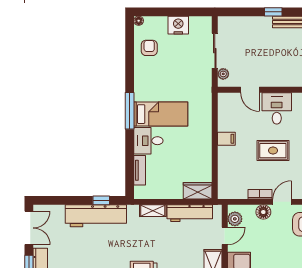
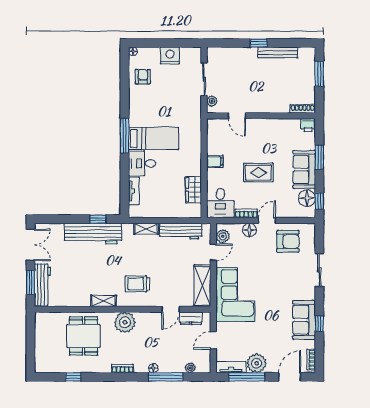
desk: (277, 108) -> (220, 203), moved, turned 180
wardrobe: (198, 191) -> (194, 190), moved, turned -90

